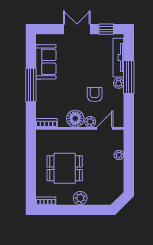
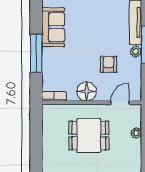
plant: (90, 122) -> (103, 95), removed
dining table: (65, 168) -> (89, 136), moved

